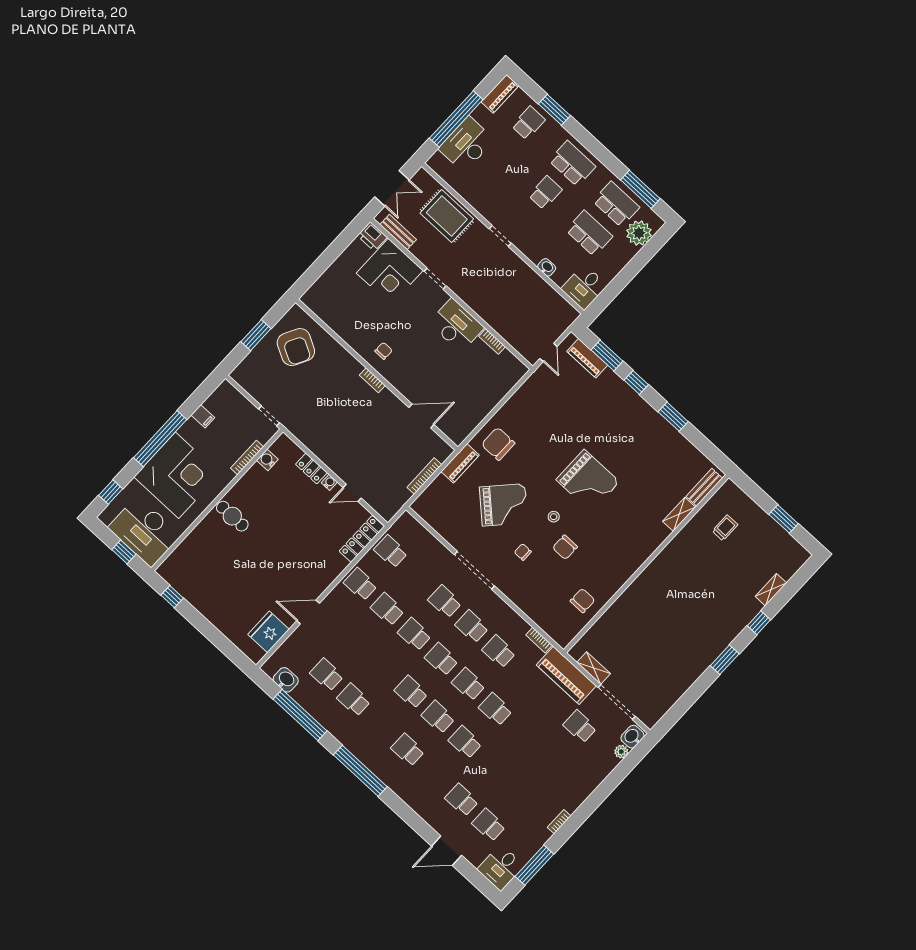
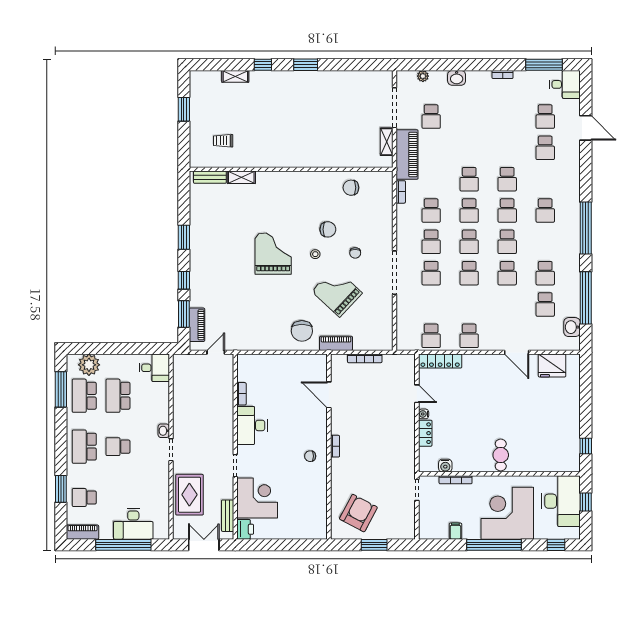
washbasin: (547, 267) -> (164, 431), moved
school desk: (387, 609) -> (507, 273), moved
washbasin: (632, 737) -> (457, 78), moved

